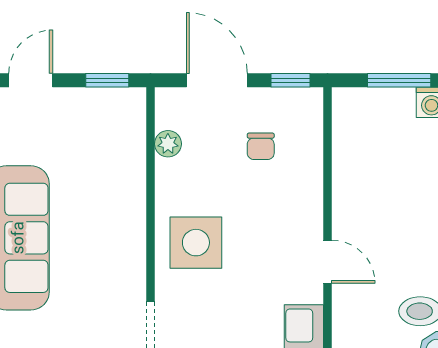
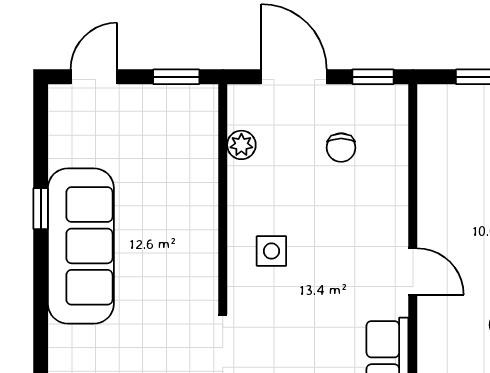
side table: (196, 243) -> (271, 251), width x0.54, depth x0.54

